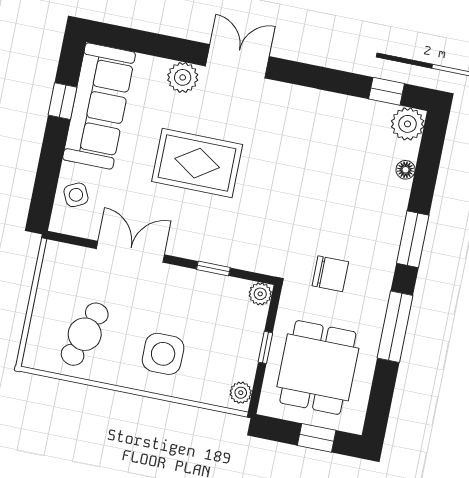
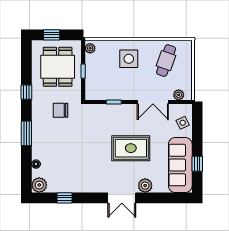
window: (387, 91) -> (64, 198), moved
plant: (260, 294) -> (179, 95), moved
window: (395, 327) -> (26, 92), width x0.46

